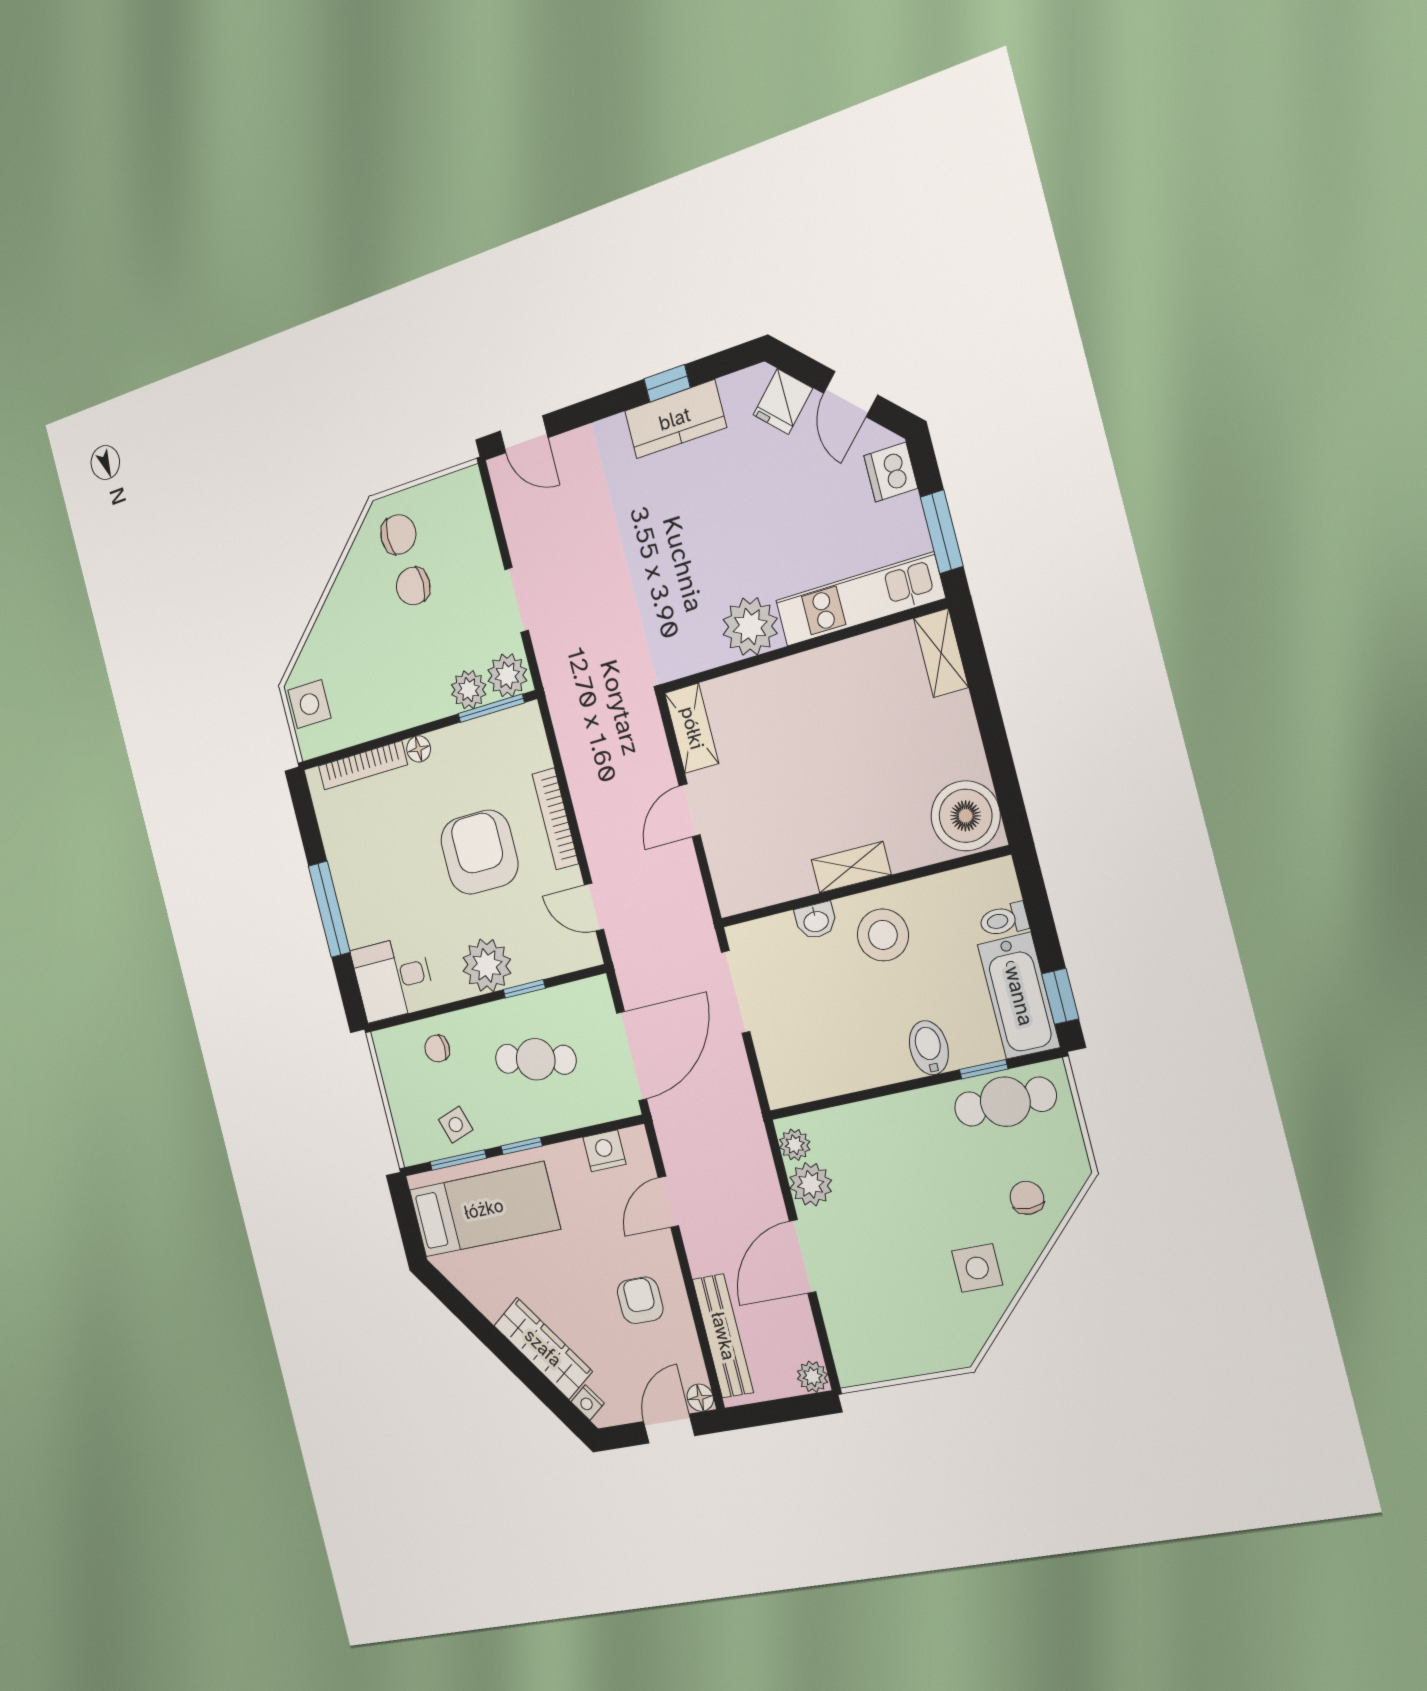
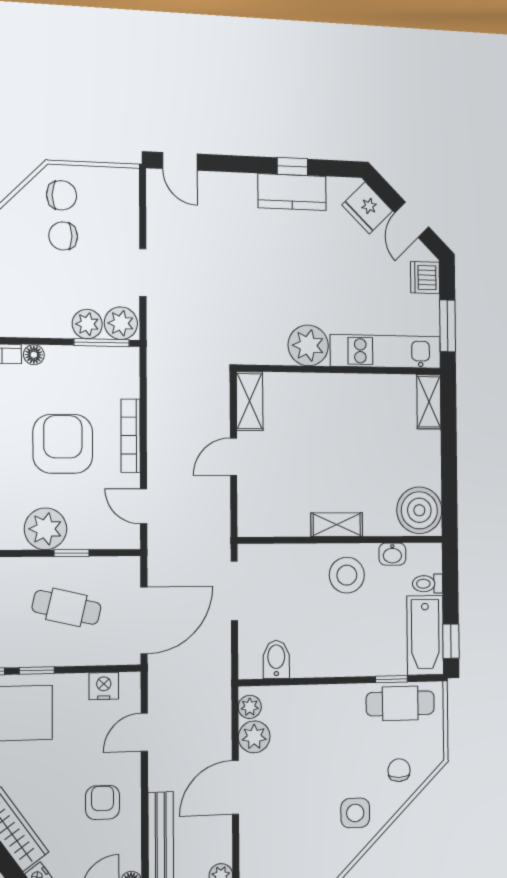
fridge: (783, 402) -> (367, 208), width x1.38
washbasin: (816, 921) -> (392, 554), moved
bidet: (929, 1048) -> (276, 659), moved

